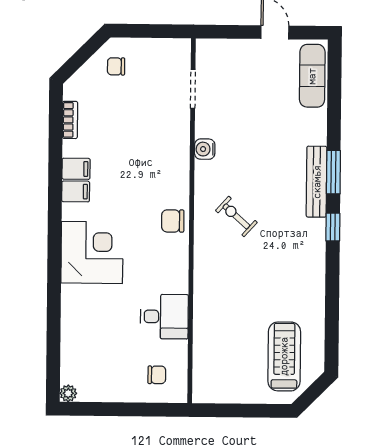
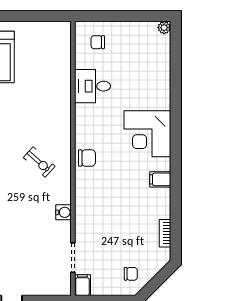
filing cabinet: (76, 169) -> (82, 285), moved, turned 90

